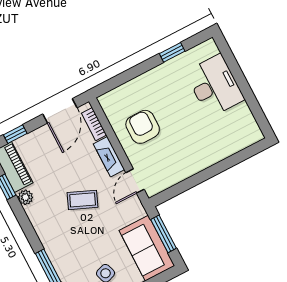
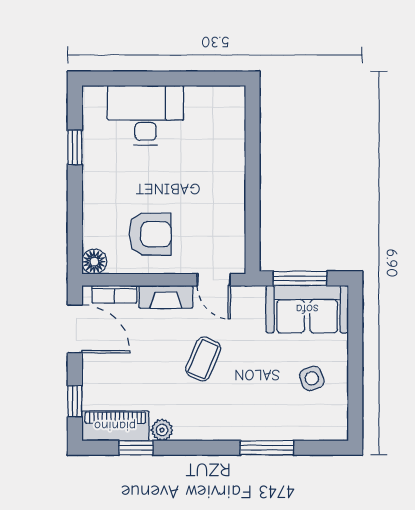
floor lamp: (108, 101) -> (94, 262), added
armchair: (143, 127) -> (150, 234), turned 180

